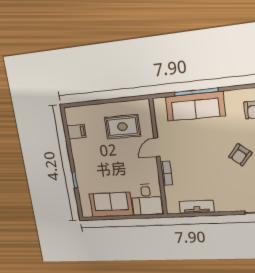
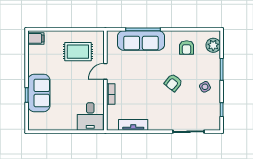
filing cabinet: (76, 132) -> (36, 38), moved
sofa: (111, 205) -> (39, 93), moved, turned 90

